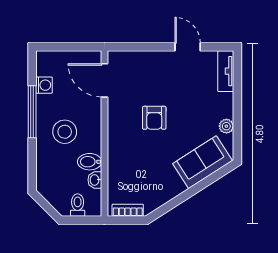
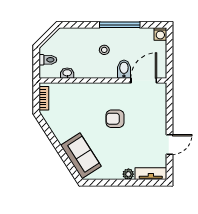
washing machine: (44, 85) -> (160, 34), moved
plant: (226, 126) -> (128, 174), moved
stool: (65, 132) -> (104, 50), width x0.53, depth x0.53
bidet: (90, 162) -> (124, 69), moved

